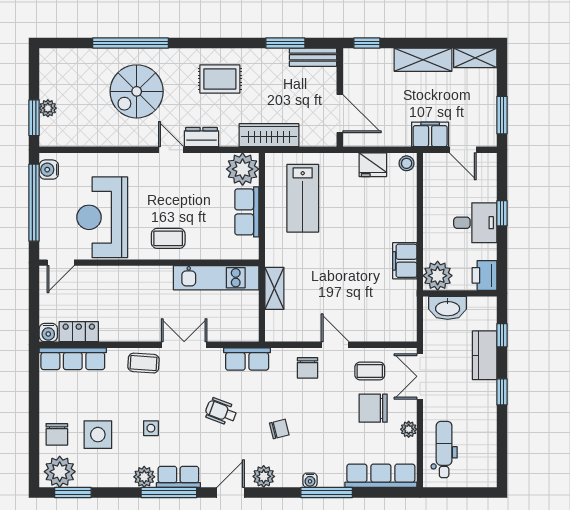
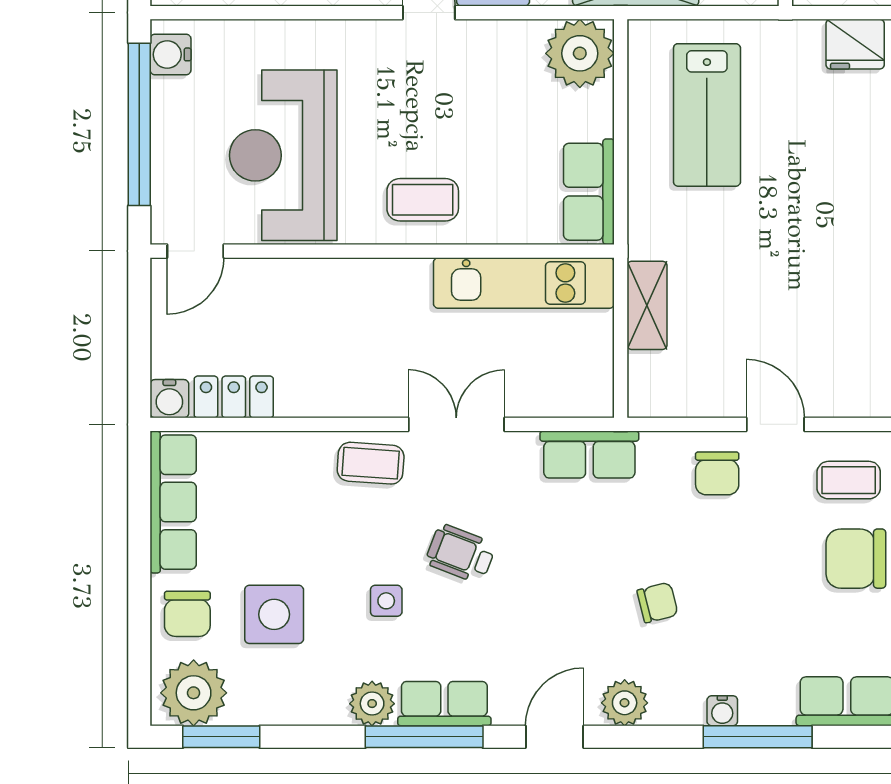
row of seats: (247, 212) -> (589, 192), moved
row of seats: (73, 359) -> (173, 502), moved, turned -90
wheelchair: (221, 412) -> (461, 554), moved

